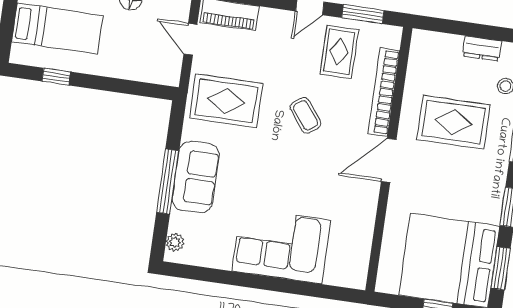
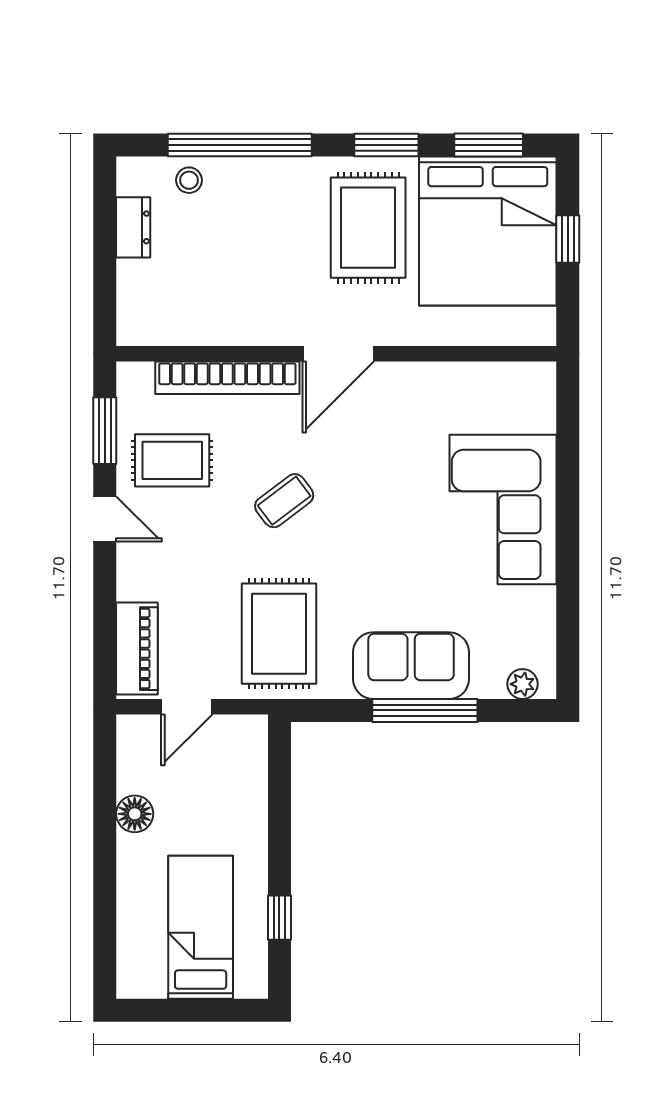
rug: (454, 122) -> (368, 228), moved
door: (389, 160) -> (338, 354), hinge flipped

